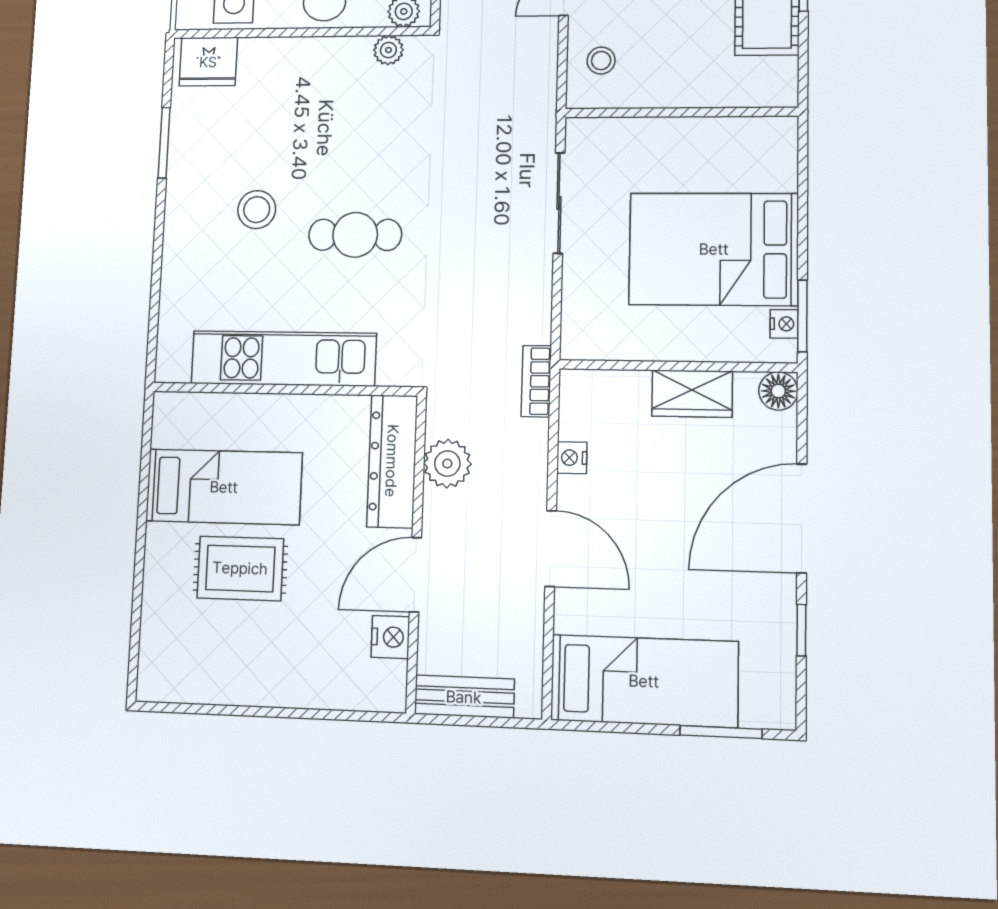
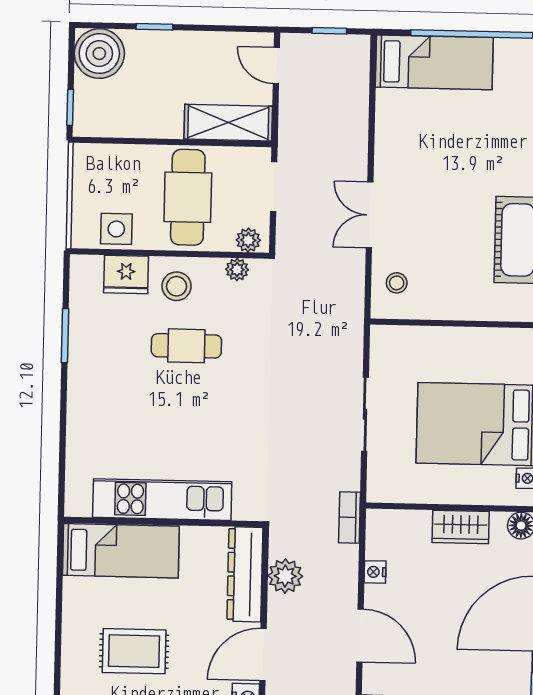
fridge: (208, 62) -> (126, 274), moved
sliding door: (559, 203) -> (365, 414), moved
stool: (257, 210) -> (177, 286), moved
cafe table: (355, 235) -> (186, 346), moved
bed: (224, 487) -> (121, 551), moved

